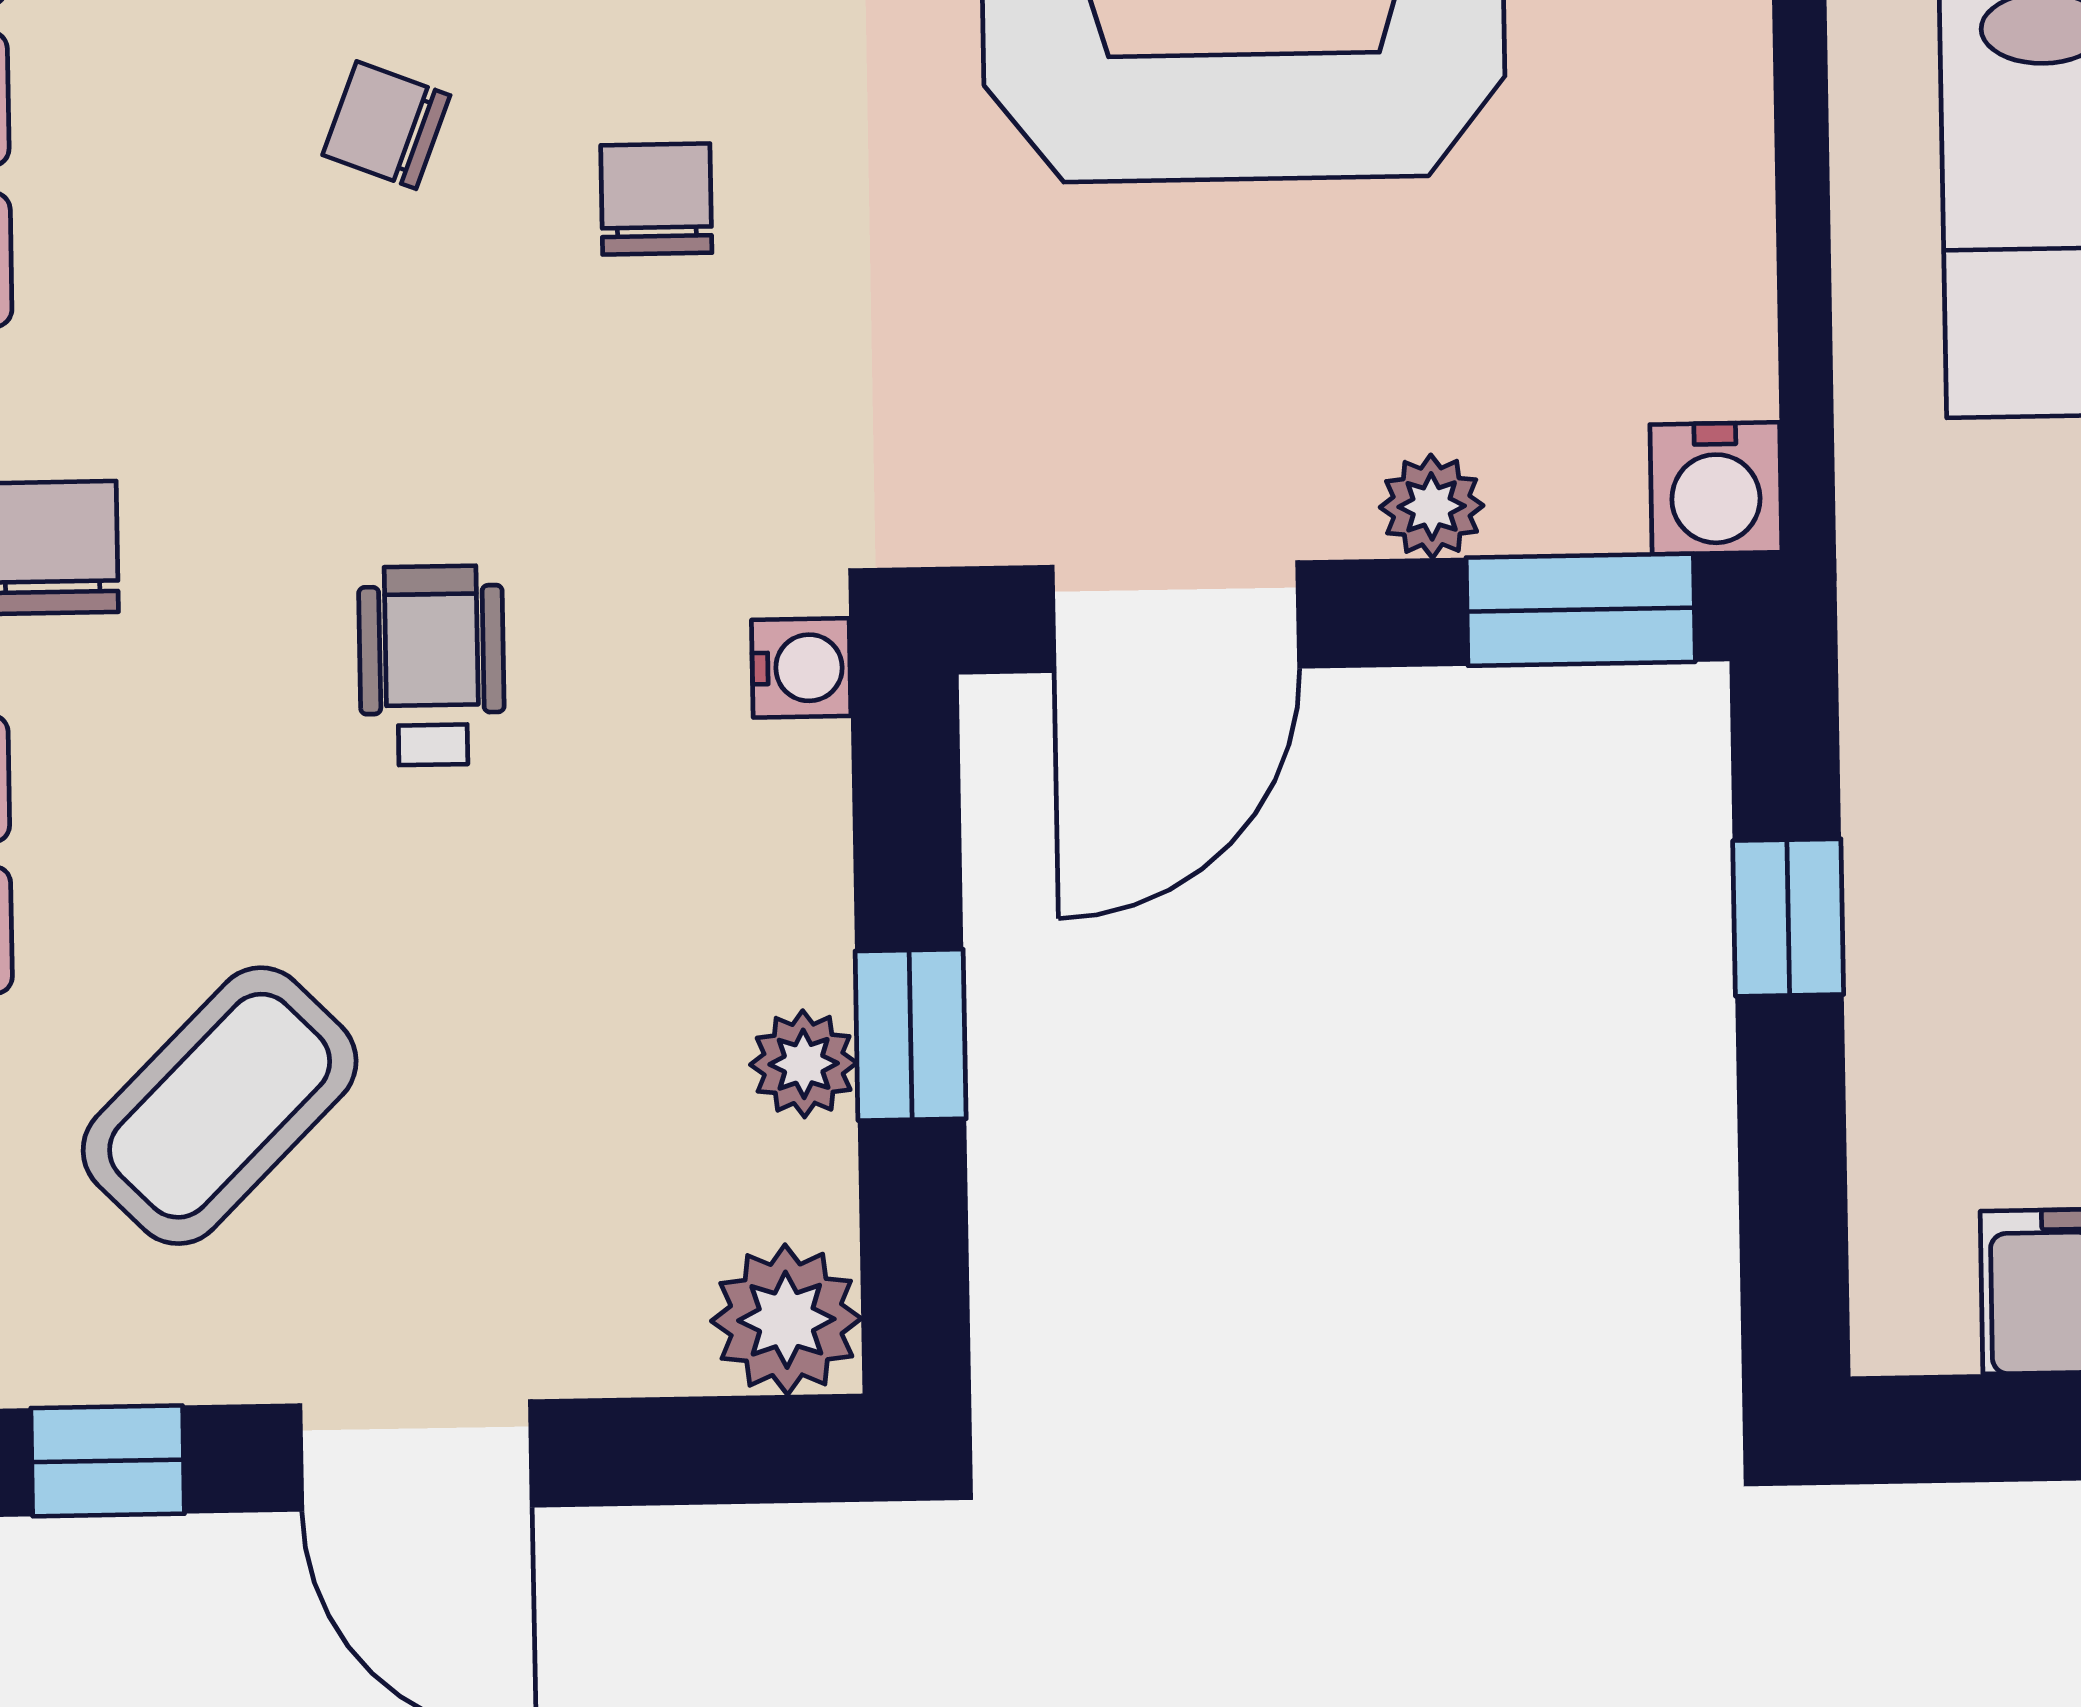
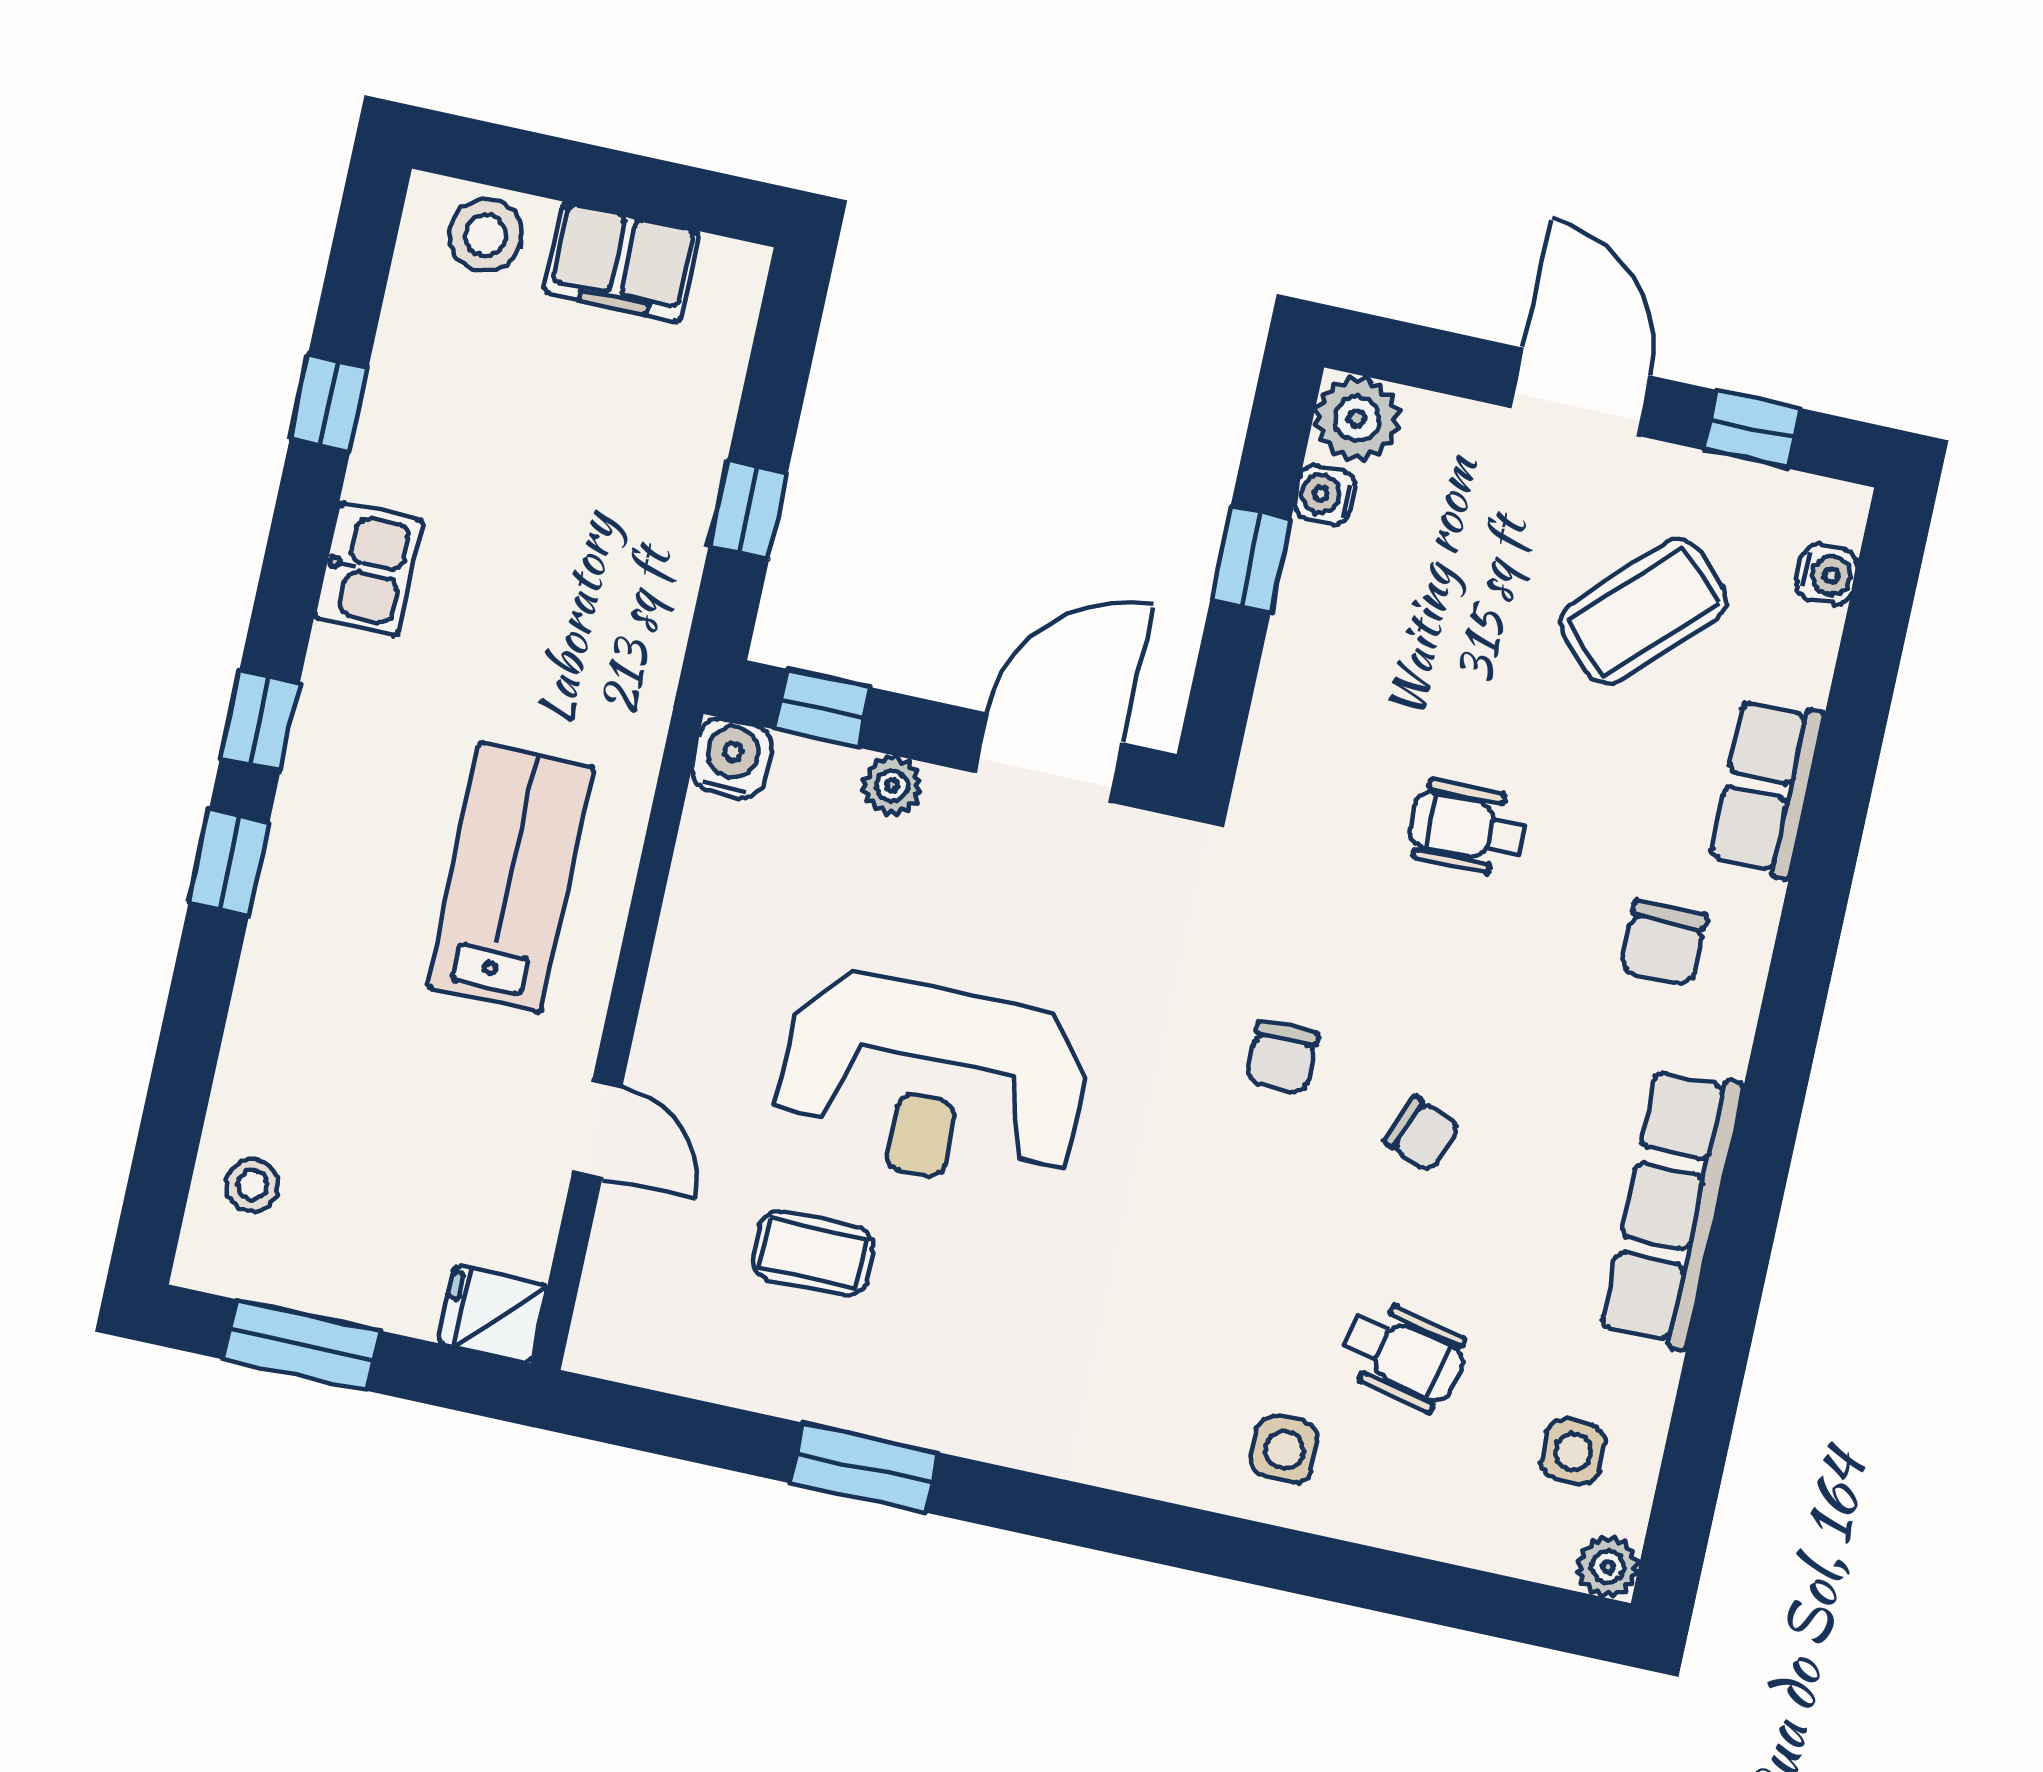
window: (1581, 610) -> (823, 708), width x0.67
wheelchair: (432, 665) -> (1468, 828), turned 90
water cooler: (801, 668) -> (1325, 495), moved
plant: (804, 1064) -> (1314, 558), removed

